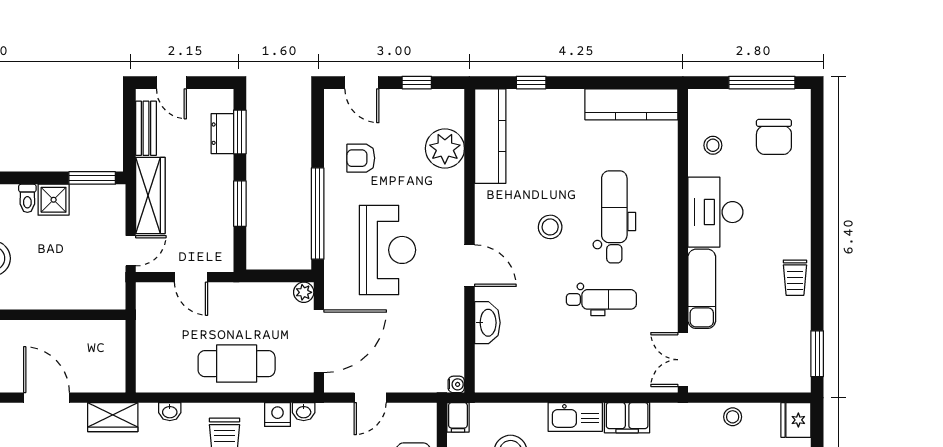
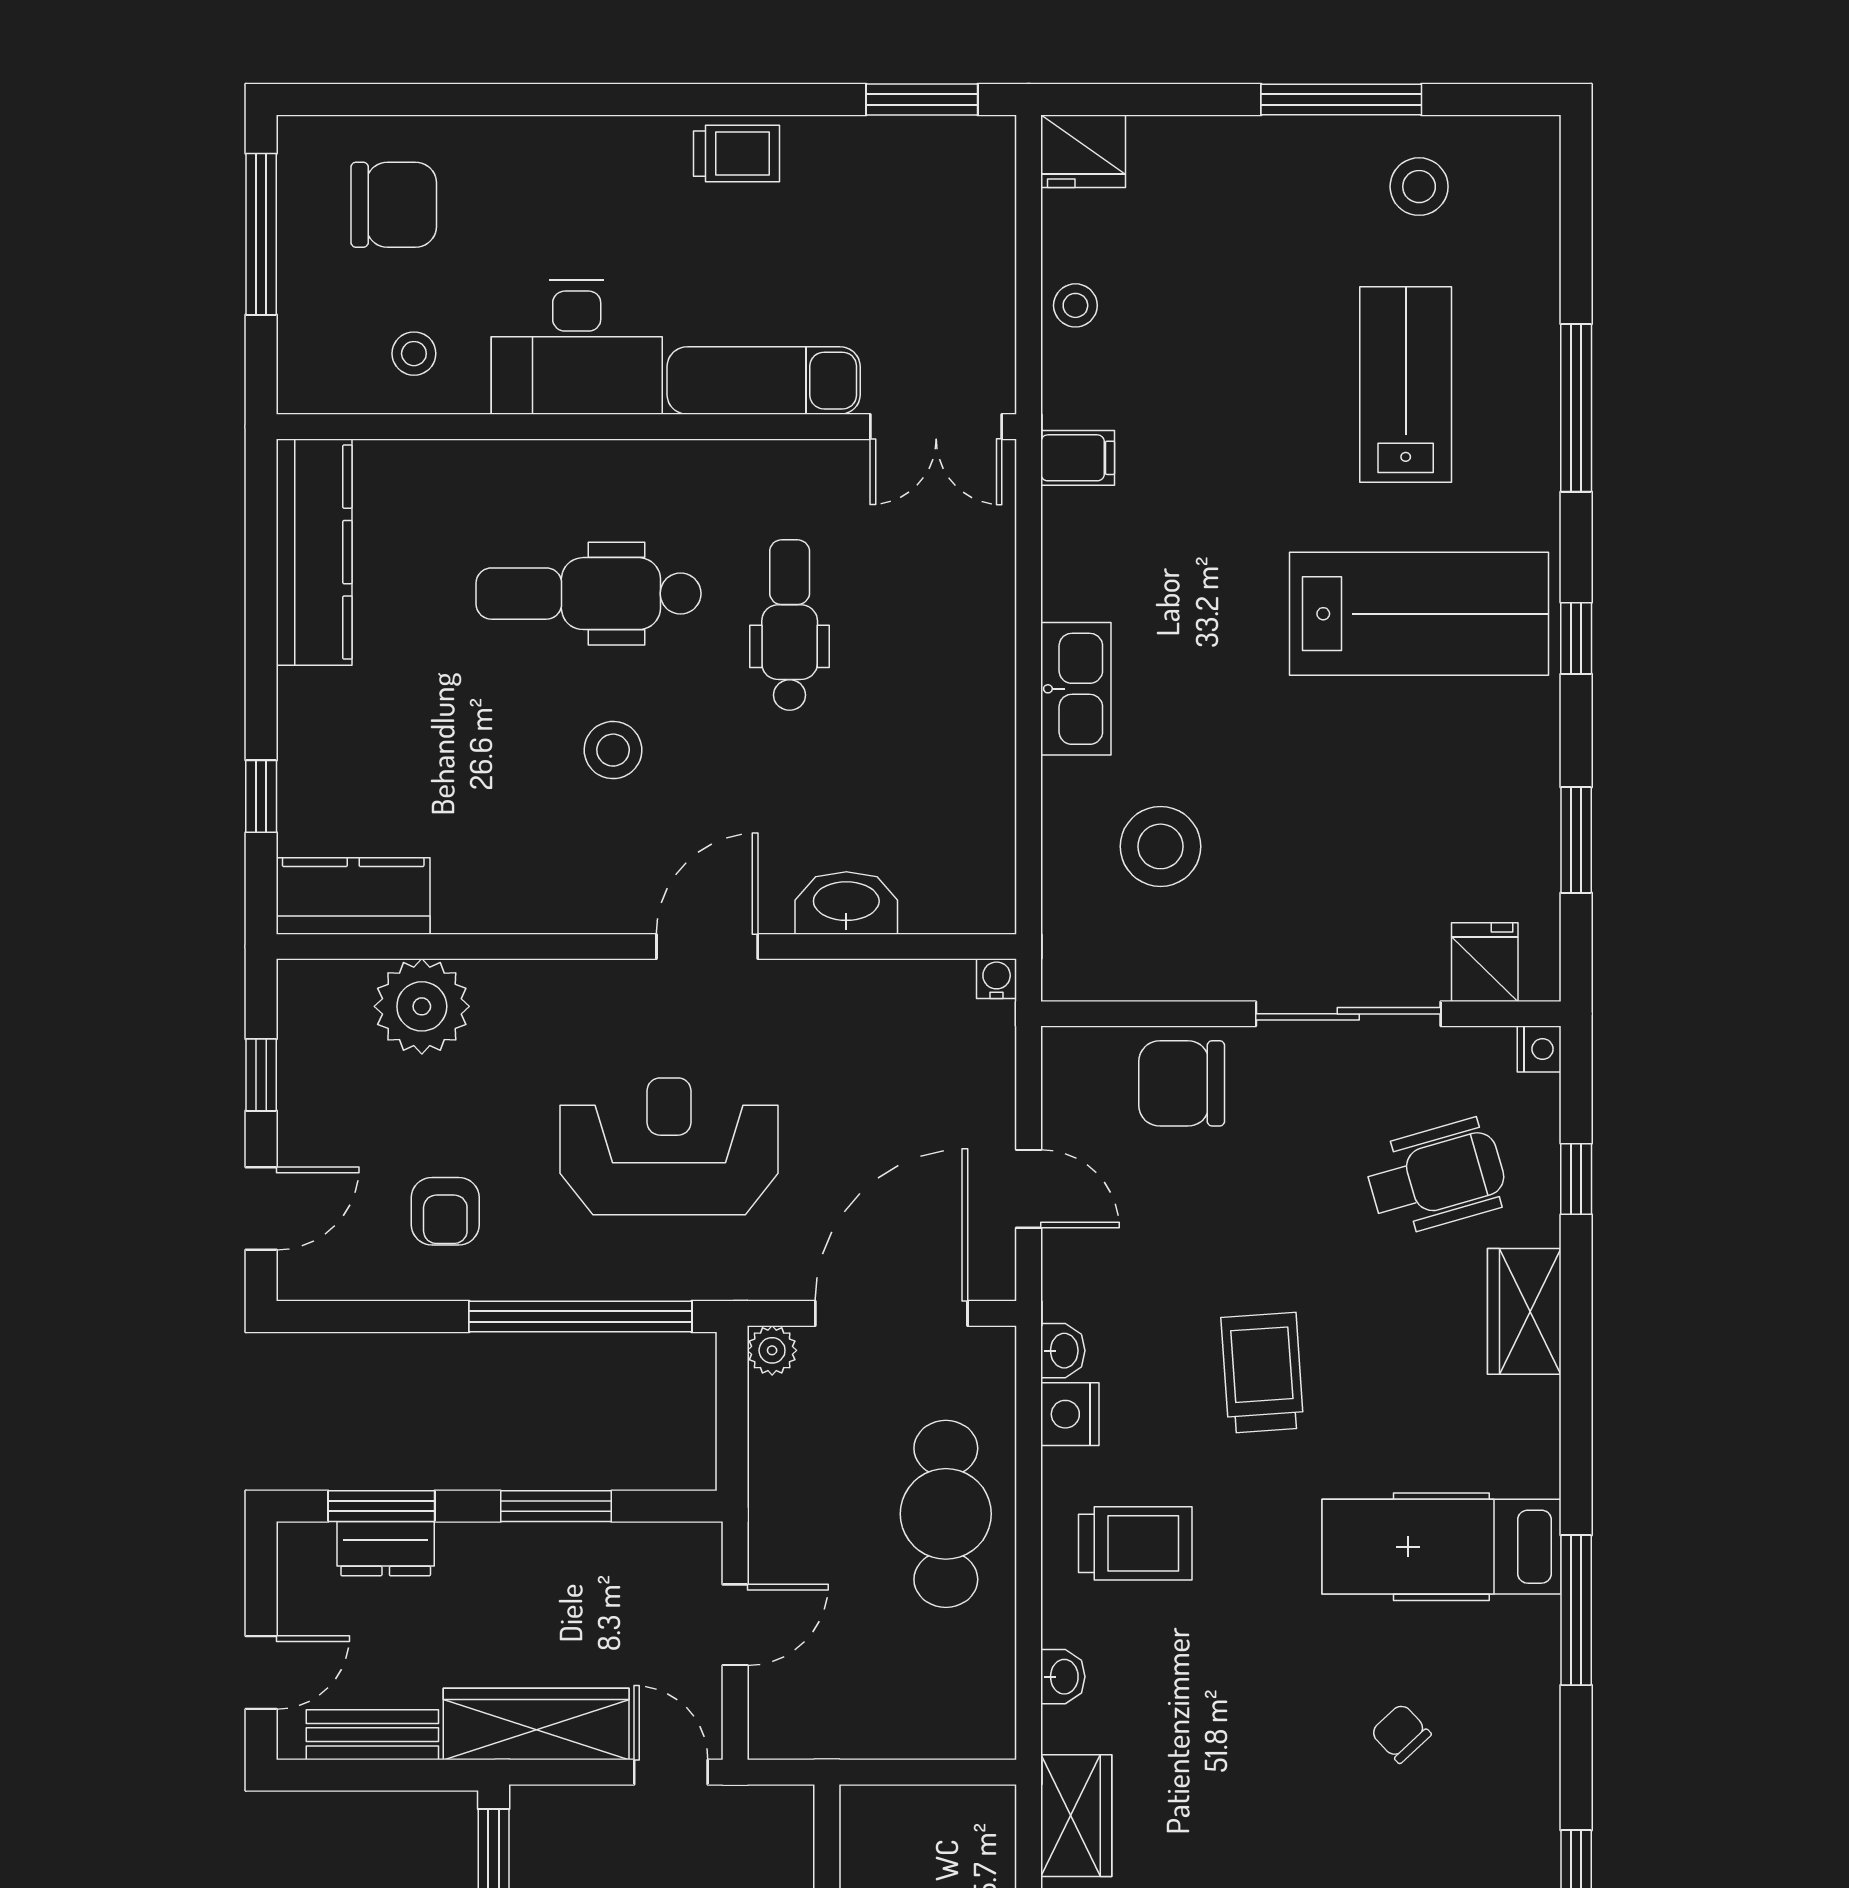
kitchen counter: (490, 136) -> (353, 896), width x0.67
door: (319, 341) -> (891, 1313), hinge flipped
filing cabinet: (458, 417) -> (1077, 975), removed
filing cabinet: (627, 418) -> (1078, 458), moved, width x0.50

